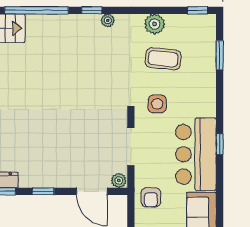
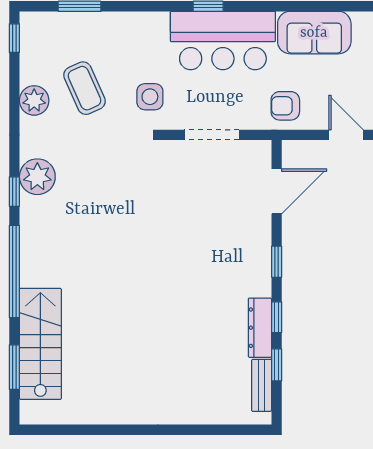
plant: (108, 20) -> (37, 177), width x1.88, depth x1.88
coffee table: (163, 59) -> (84, 88), turned -30
plant: (119, 181) -> (261, 152), removed
armchair: (151, 197) -> (285, 106), turned 180

